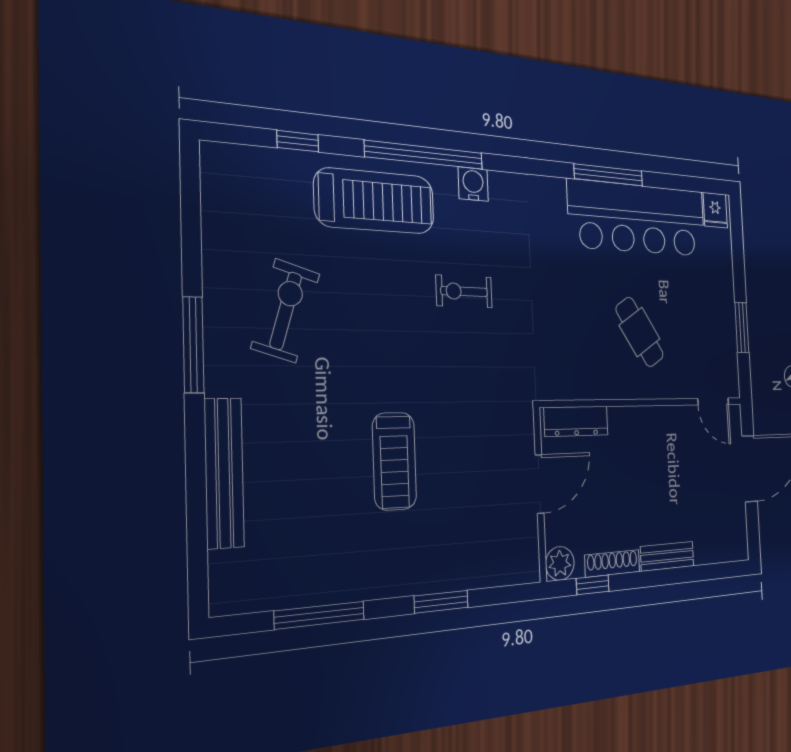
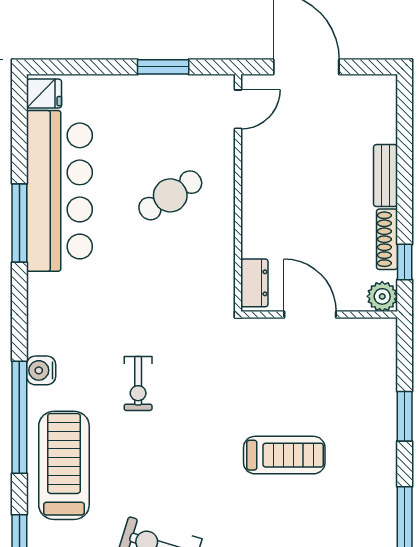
dresser: (576, 421) -> (254, 283), width x0.70

